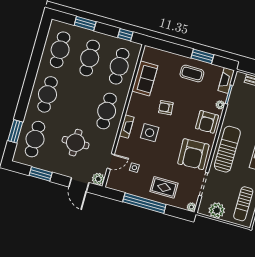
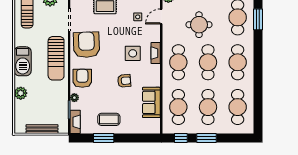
window: (85, 23) -> (207, 138), moved
cafe table: (77, 103) -> (208, 62), added

